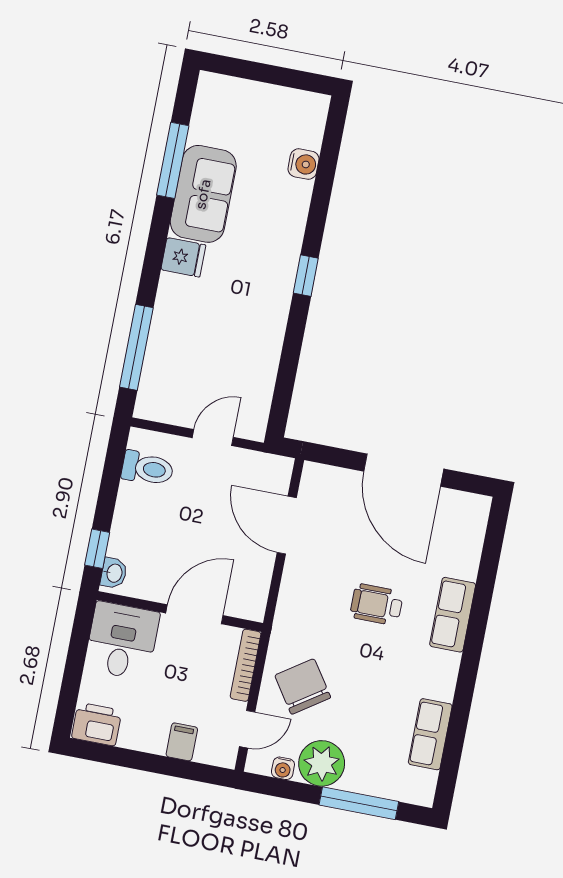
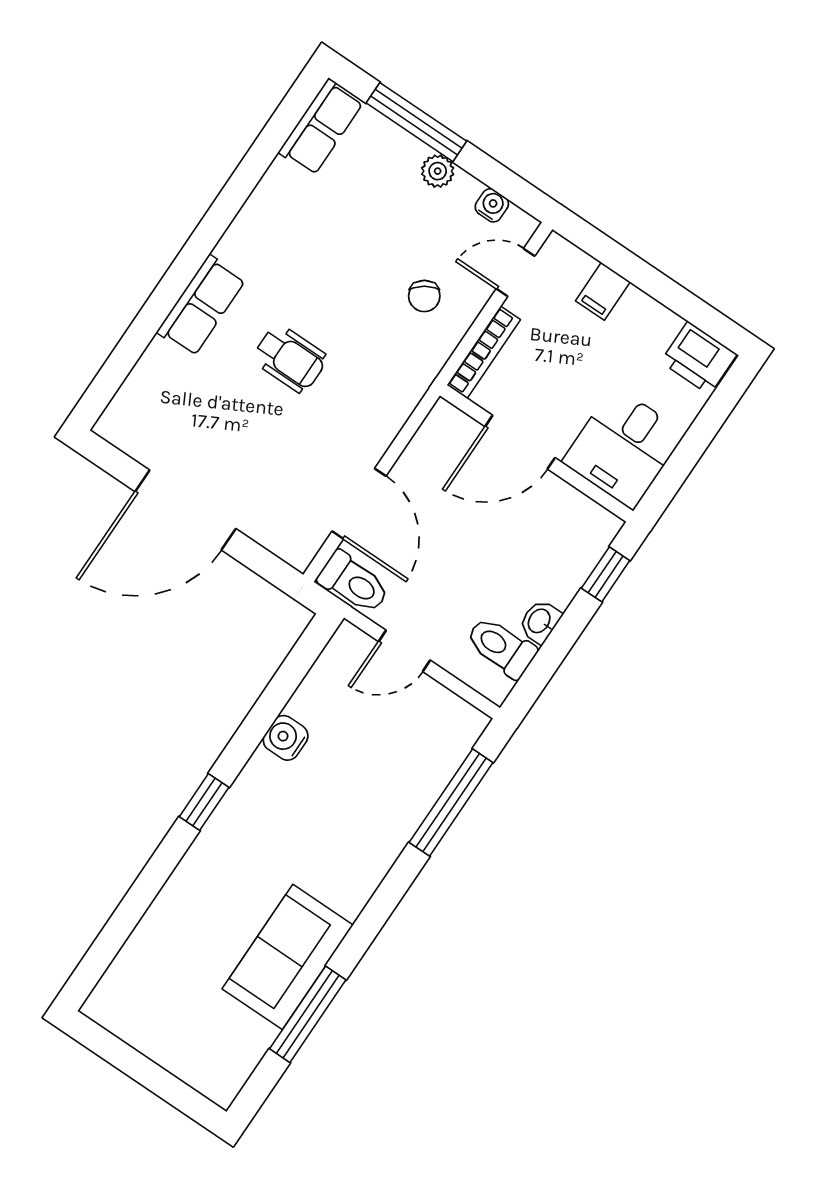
water cooler: (303, 164) -> (286, 738), moved
fridge: (183, 257) -> (346, 889), removed
toilet: (267, 470) -> (354, 583), added
door: (404, 470) -> (185, 510), swing flipped
washbasin: (114, 573) -> (540, 621), moved
chair: (303, 686) -> (424, 296), width x0.54, depth x0.54
row of seats: (430, 734) -> (321, 127), moved
plant: (322, 763) -> (438, 171), width x0.53, depth x0.53

